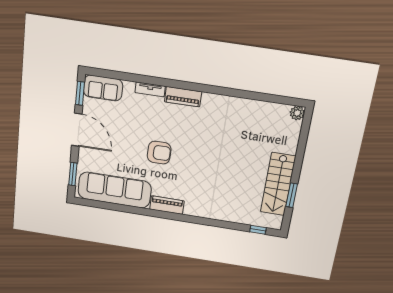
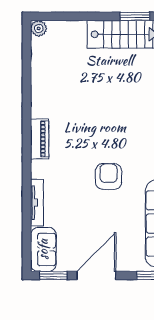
tv unit: (150, 89) -> (37, 203), width x1.41
piano: (183, 97) -> (40, 139), moved

